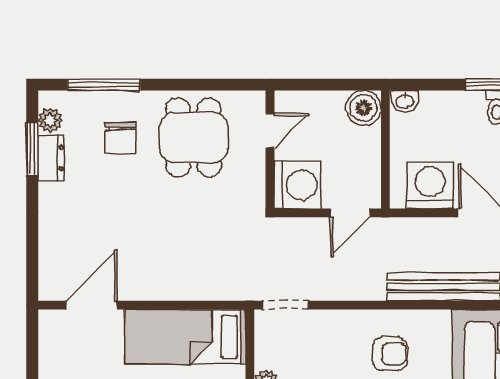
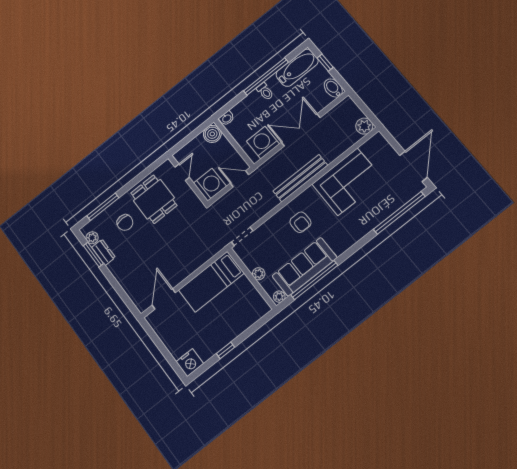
door: (350, 213) -> (239, 179), swing flipped
armchair: (390, 354) -> (300, 222), turned 90

